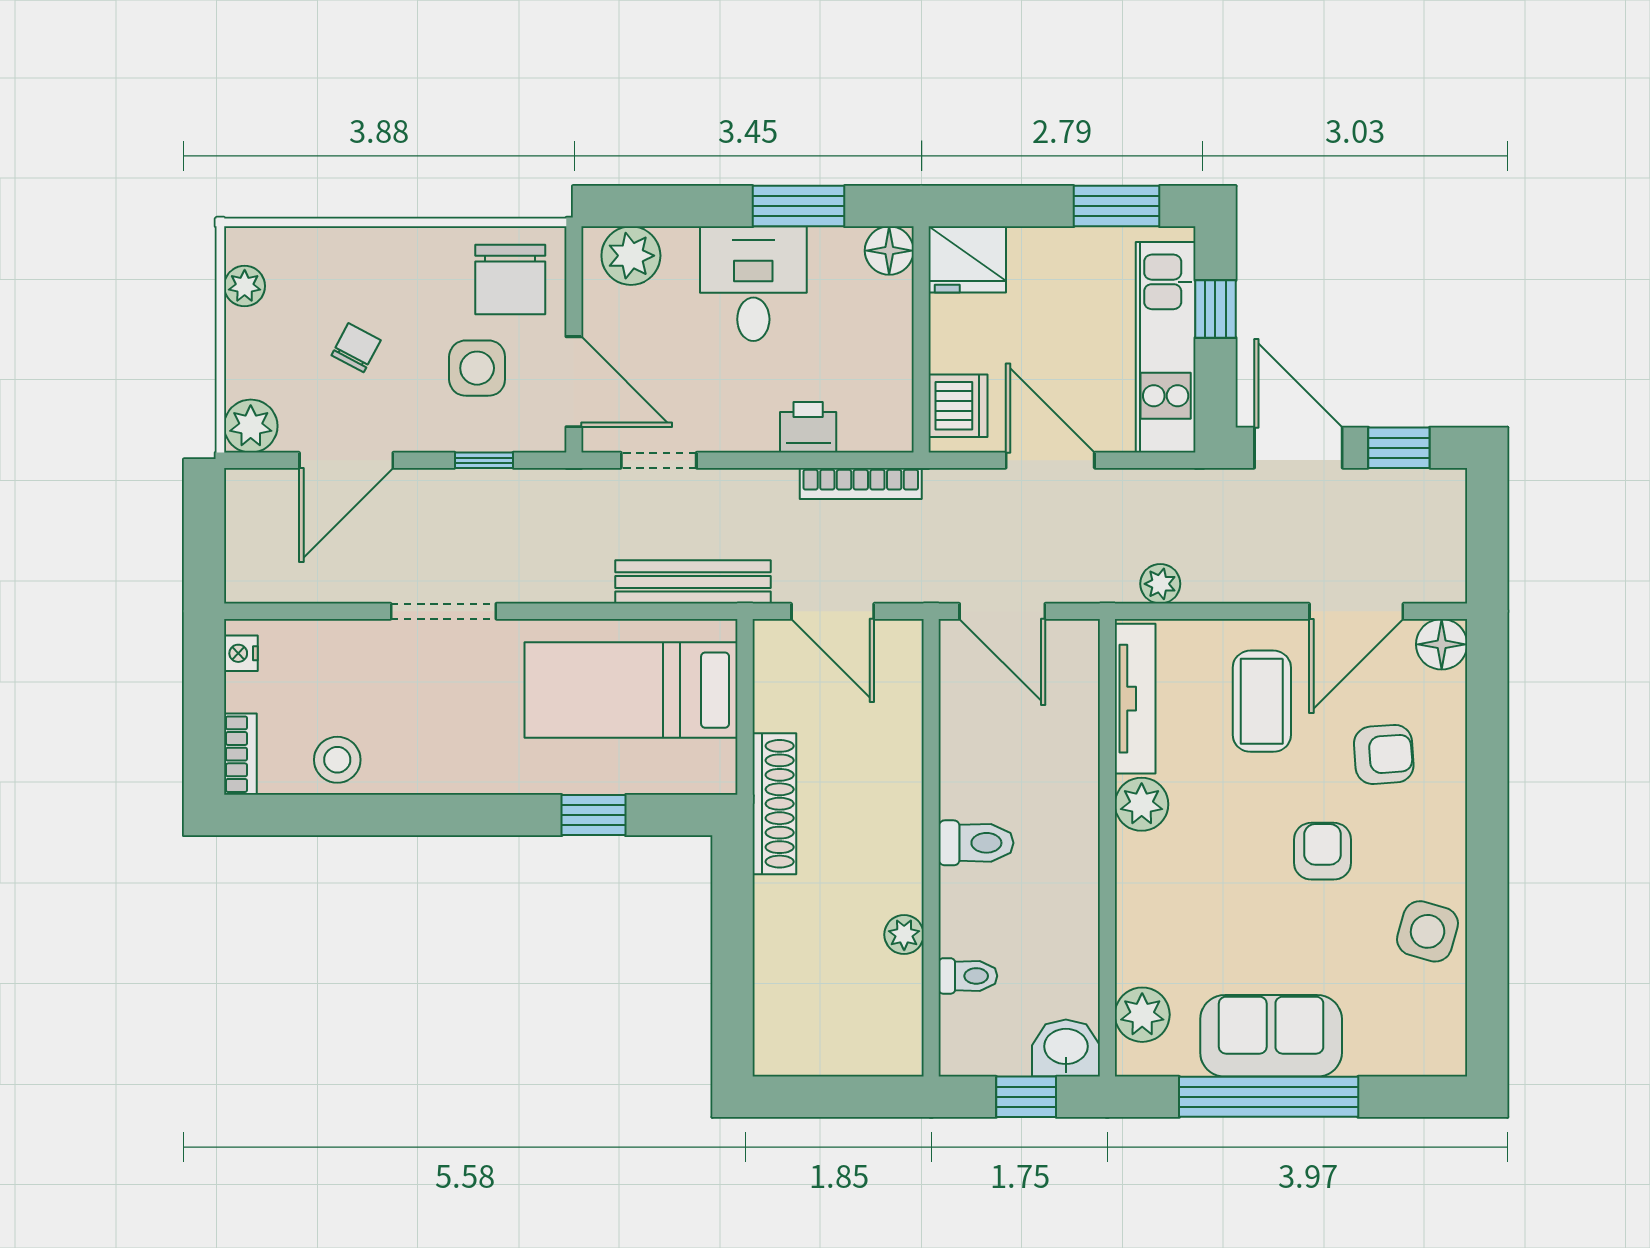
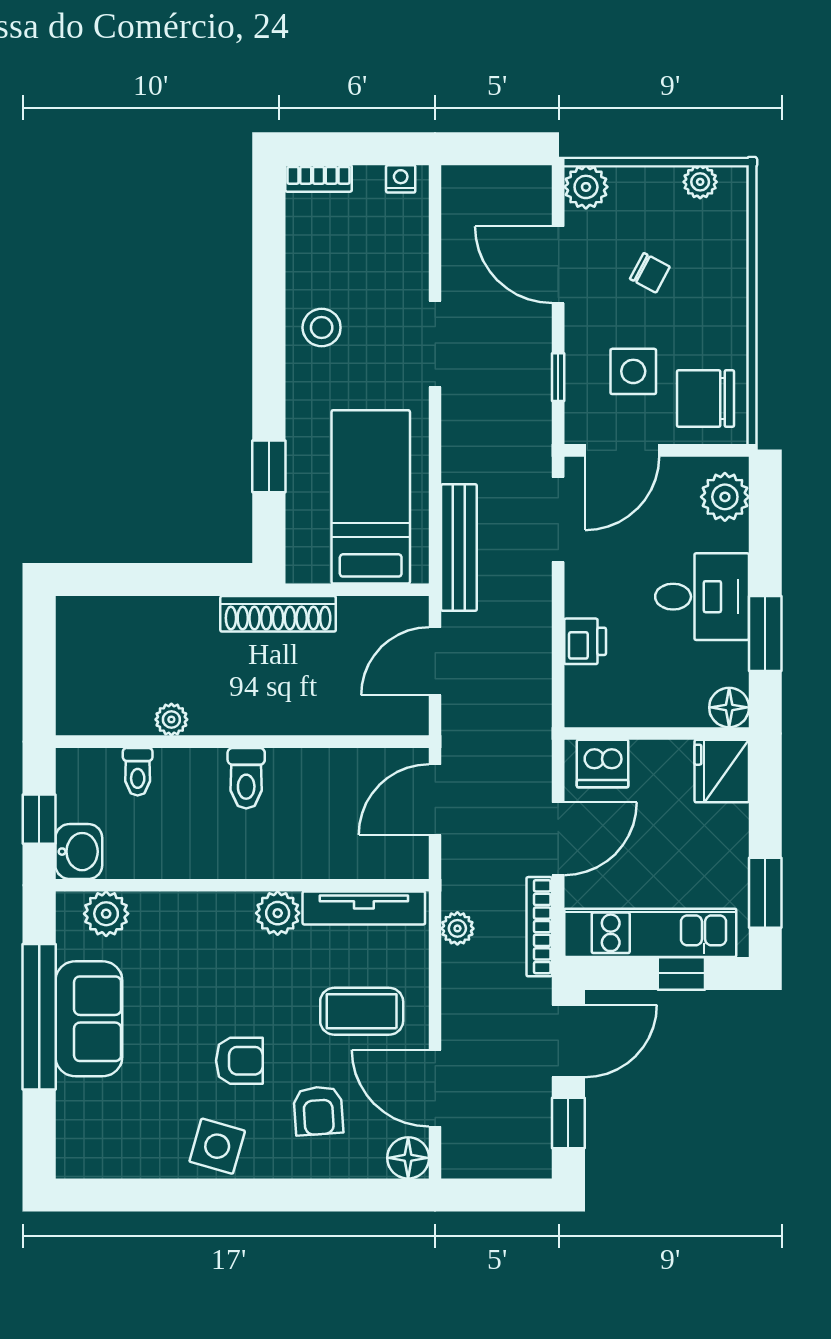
doorway: (659, 460) -> (558, 520), width x1.38
bookcase: (861, 483) -> (539, 927), moved
stool: (337, 760) -> (322, 328), moved
side table: (1428, 931) -> (217, 1146), moved

